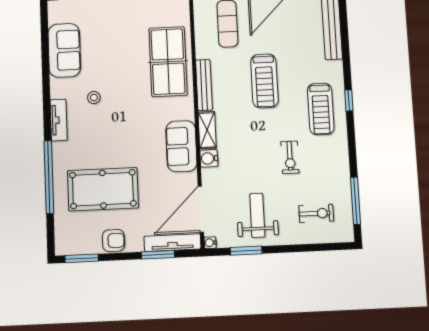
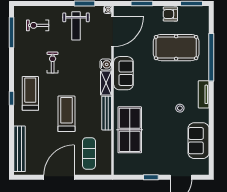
tv unit: (172, 243) -> (132, 11), removed

